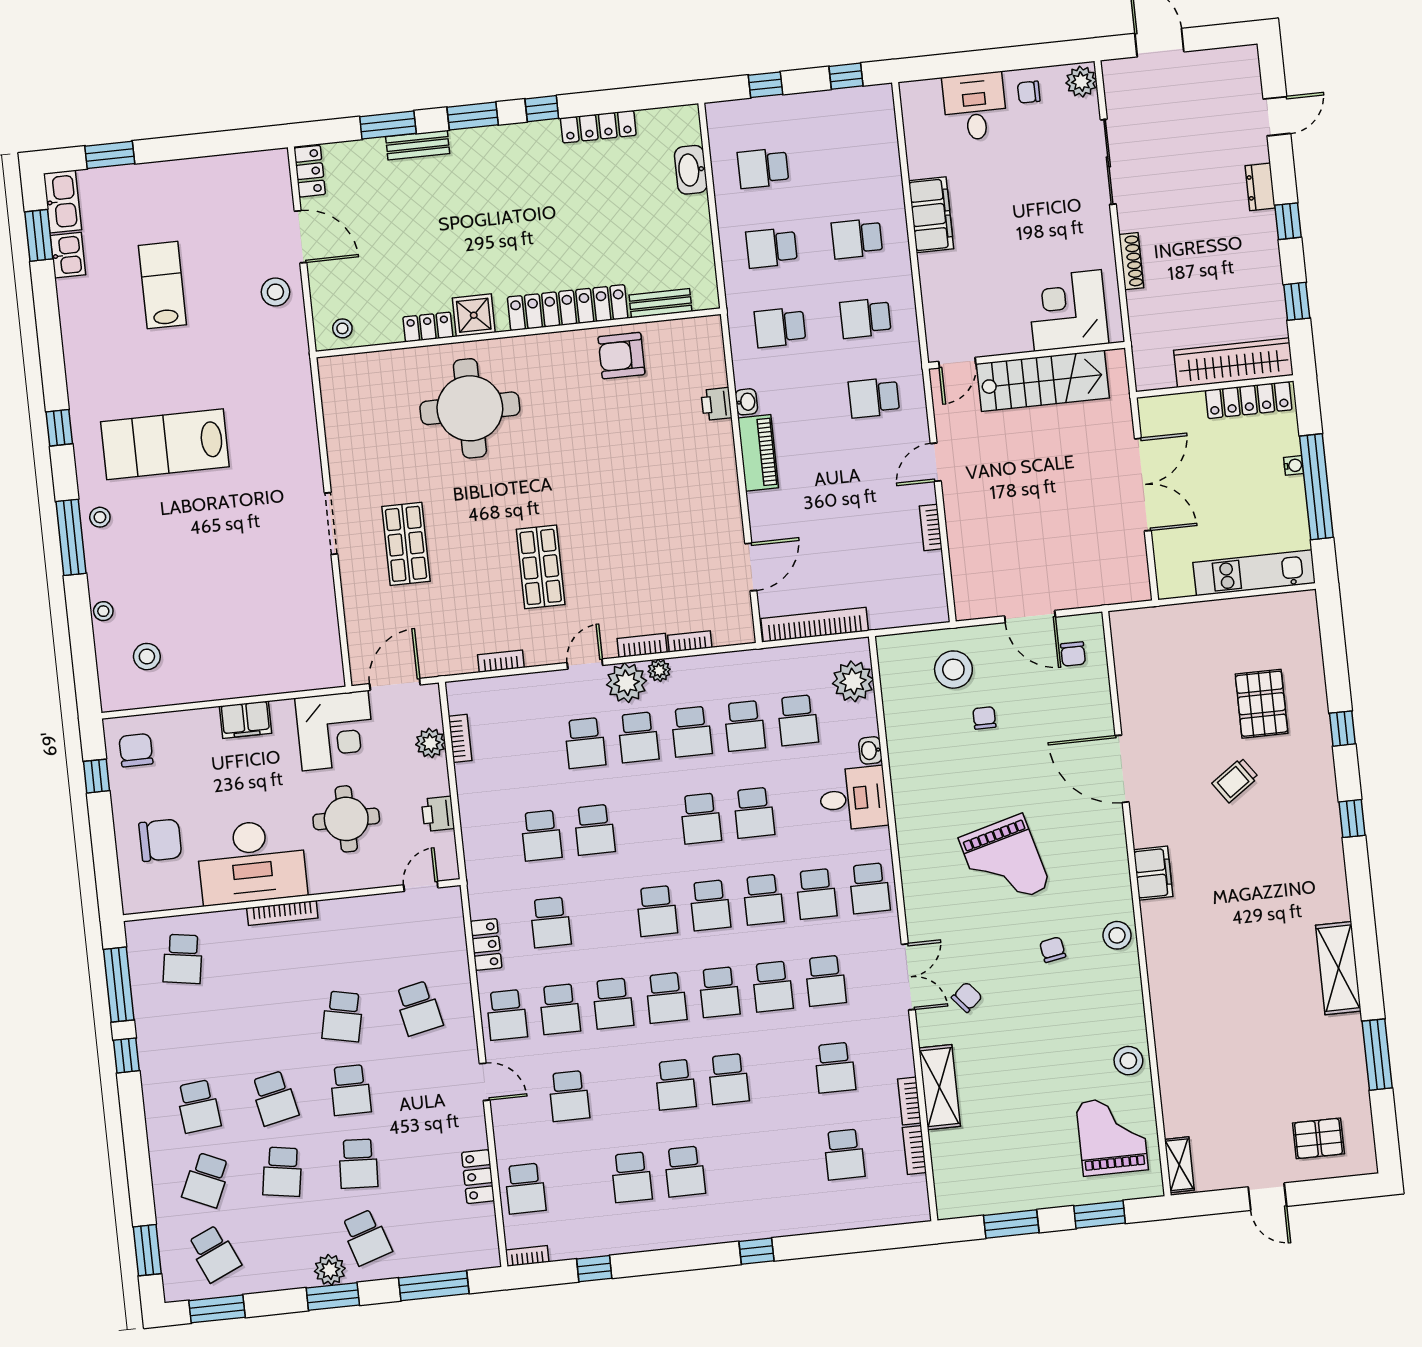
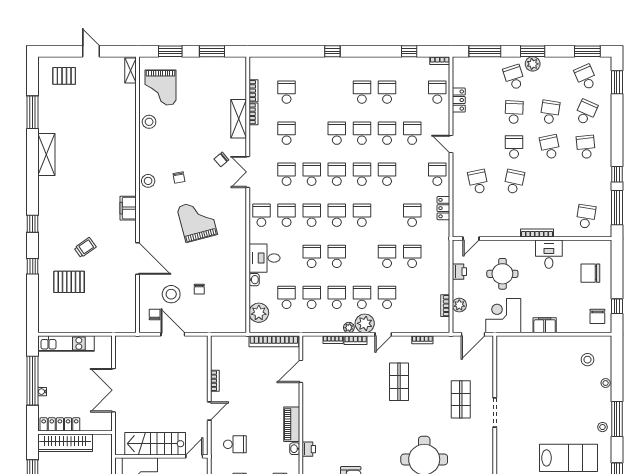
stool: (953, 670) -> (171, 294), moved
pallet: (1262, 704) -> (69, 282), turned 90
desk: (252, 862) -> (549, 254), width x0.53, depth x0.77
school desk: (560, 1009) -> (387, 133), moved

